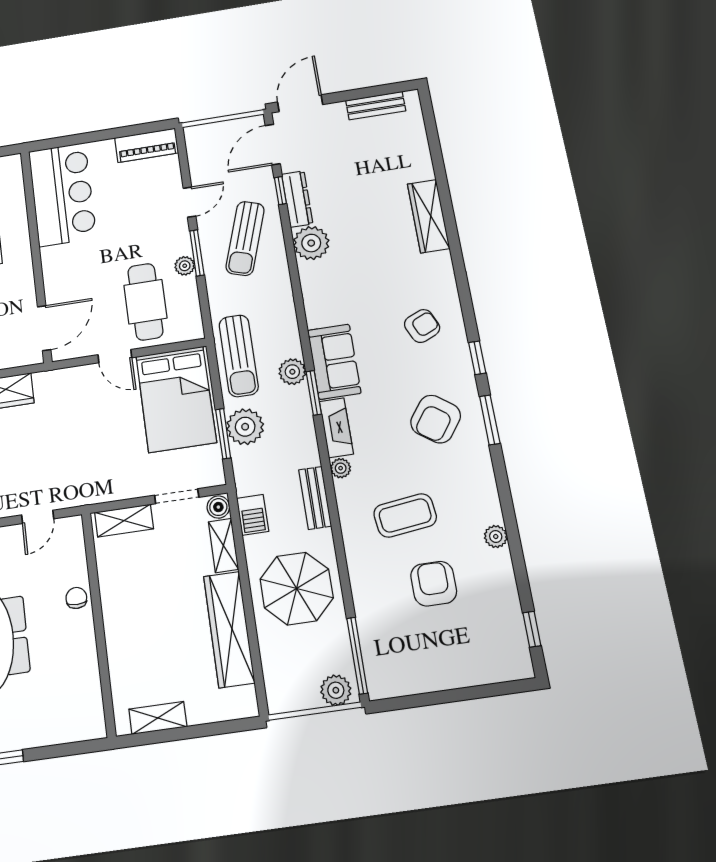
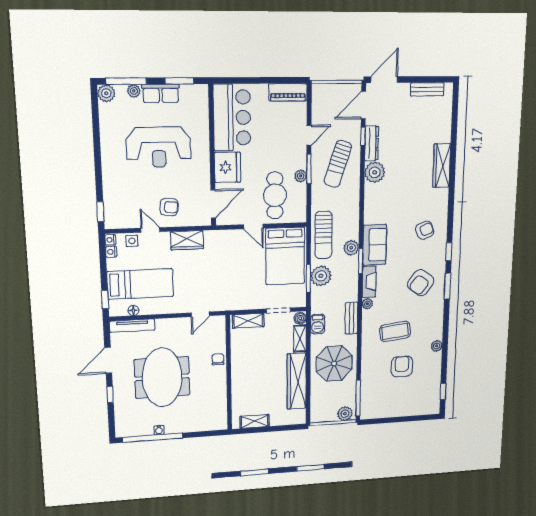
fridge: (62, 269) -> (228, 167), added

